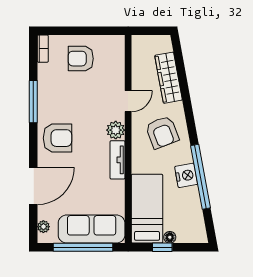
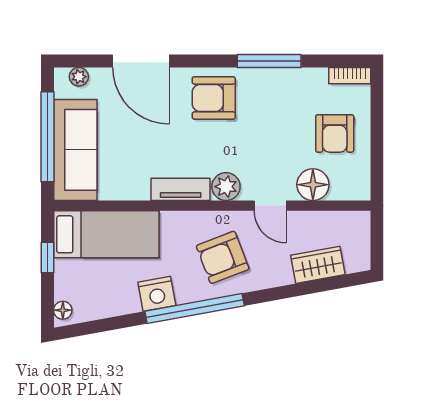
armchair: (81, 59) -> (335, 133), turned 180
floor lamp: (114, 73) -> (313, 185), added
wardrobe: (169, 78) -> (318, 265), width x0.67
armchair: (57, 138) -> (214, 98), turned 90
window: (201, 177) -> (195, 308), moved
floor lamp: (170, 237) -> (63, 310), moved

